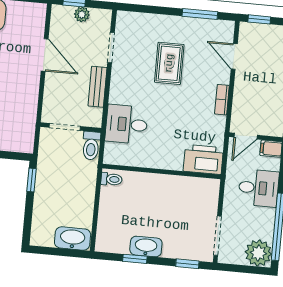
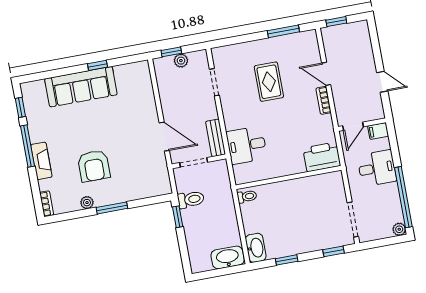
door: (45, 55) -> (164, 137), moved
door: (234, 56) -> (326, 74), moved
bench: (97, 87) -> (216, 138), moved
toilet: (91, 146) -> (191, 199), moved, turned -90
washbasin: (146, 246) -> (256, 248), moved, turned 90
plant: (258, 253) -> (399, 229), width x0.53, depth x0.53

